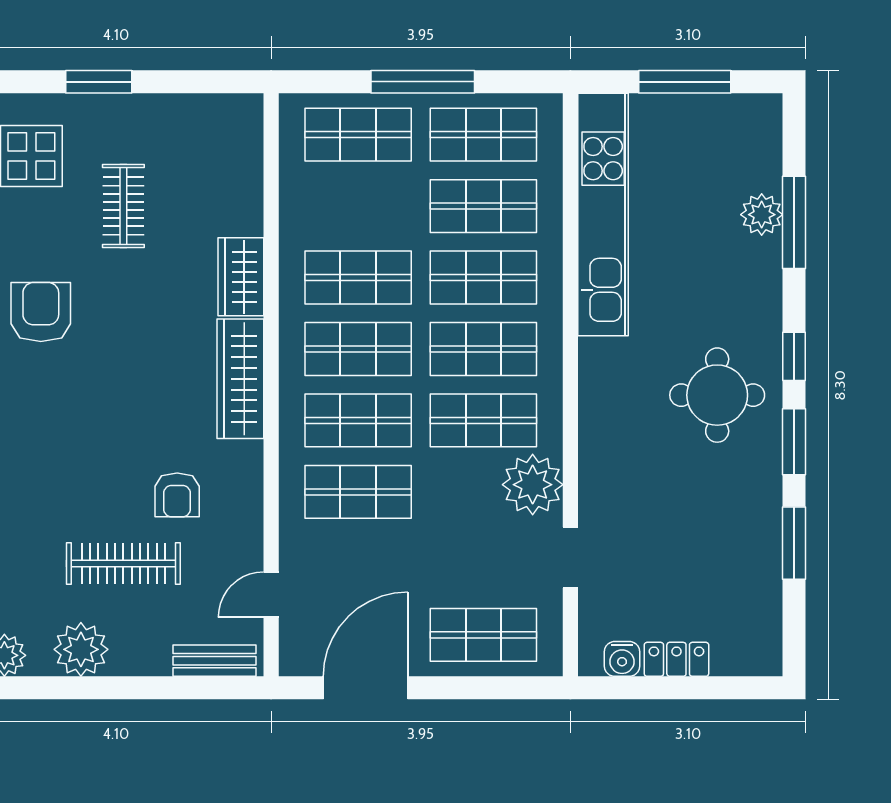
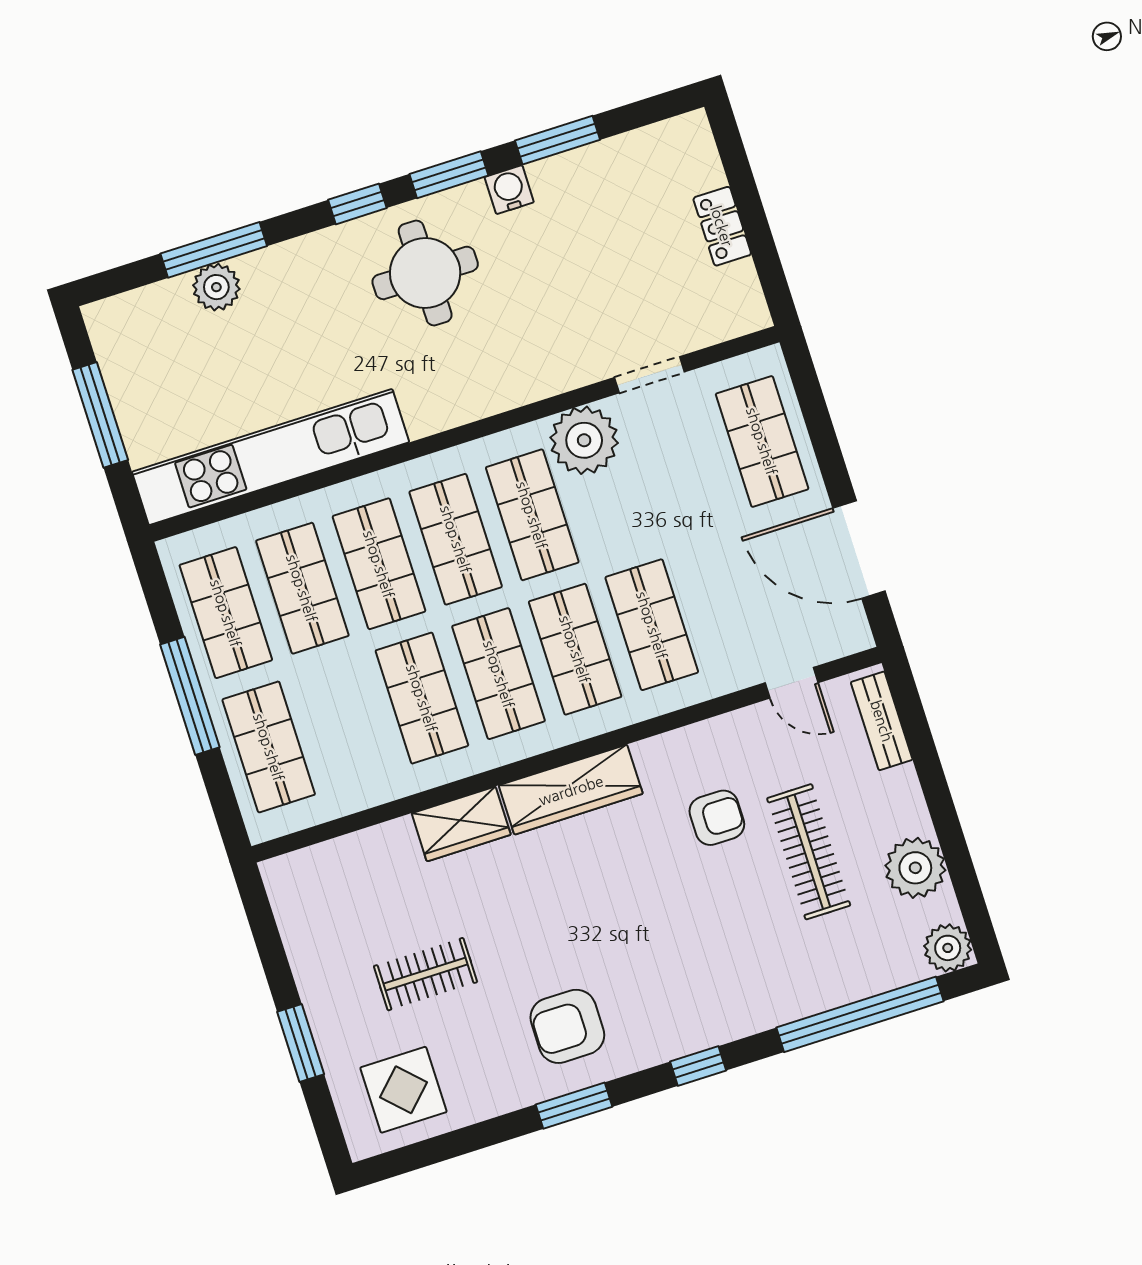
water cooler: (622, 659) -> (509, 190), moved, turned -90

